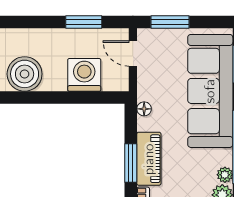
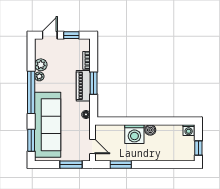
boiler: (25, 74) -> (150, 130), width x0.54, depth x0.54
washing machine: (84, 75) -> (134, 134), moved

